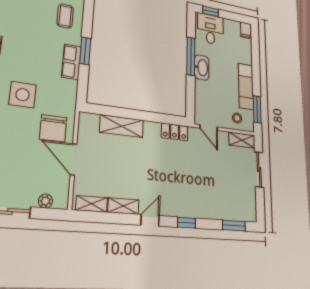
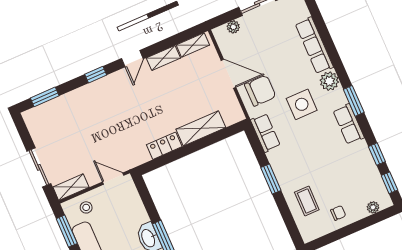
row of seats: (71, 62) -> (265, 133), moved
chair: (53, 128) -> (260, 91), turned 90
locker: (175, 132) -> (164, 146), moved

